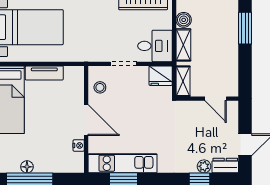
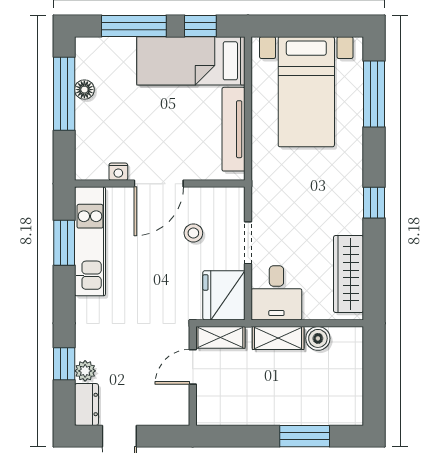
tv unit: (44, 73) -> (233, 129), width x1.41
fridge: (161, 76) -> (224, 295), width x1.36, depth x1.34
stool: (100, 87) -> (193, 233), moved
door: (216, 99) -> (193, 367), moved

